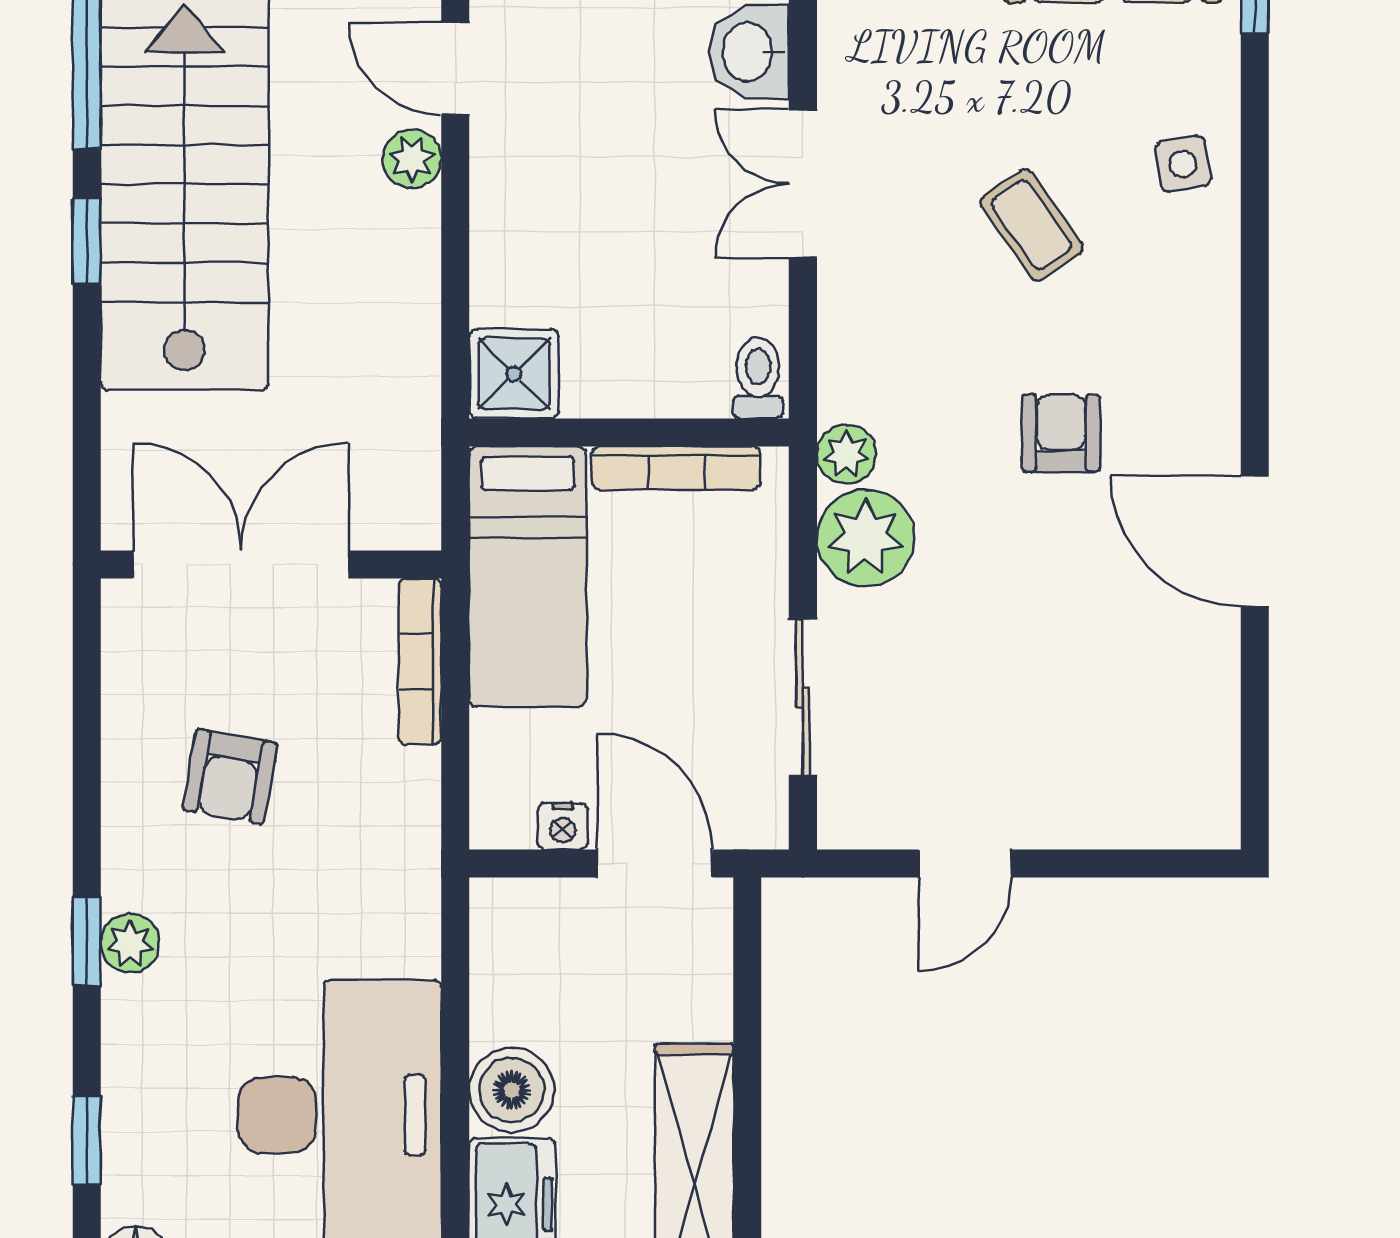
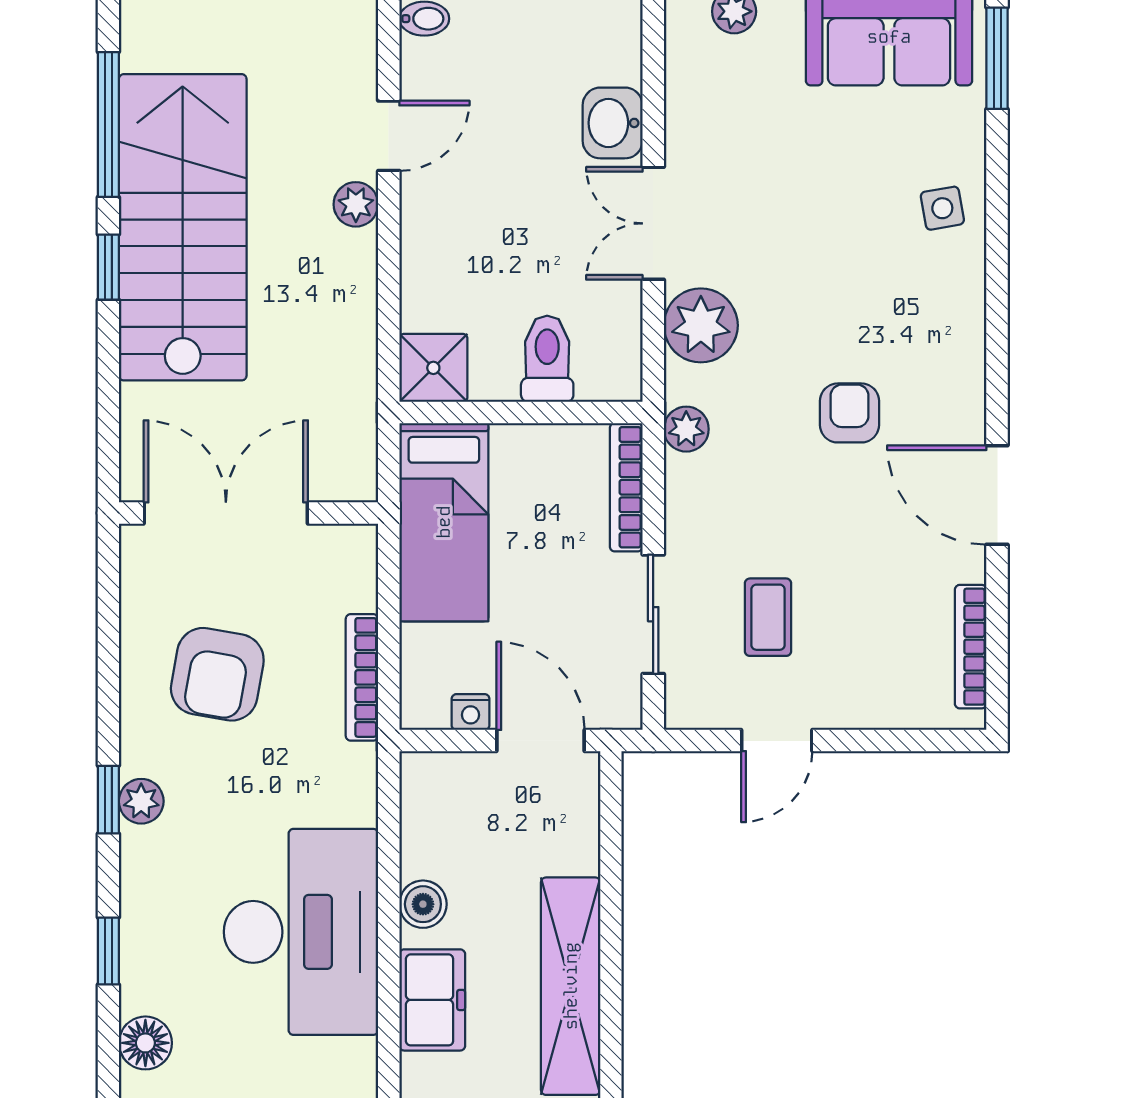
door: (455, 69) -> (389, 136), swing flipped
coffee table: (1031, 225) -> (768, 617), moved, turned 35
toilet: (758, 378) -> (547, 359), moved, width x1.37, depth x1.39
bookcase: (676, 468) -> (626, 487), moved, turned 90
plant: (865, 538) -> (701, 325), moved
bookcase: (420, 662) -> (362, 677), moved
bookcase: (1220, 740) -> (971, 647), added
armchair: (230, 776) -> (217, 674), width x1.38, depth x1.38
boiler: (512, 1090) -> (423, 904), width x0.73, depth x0.73

